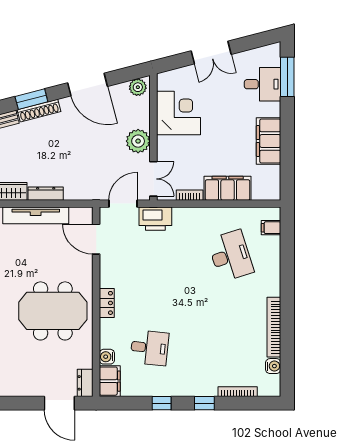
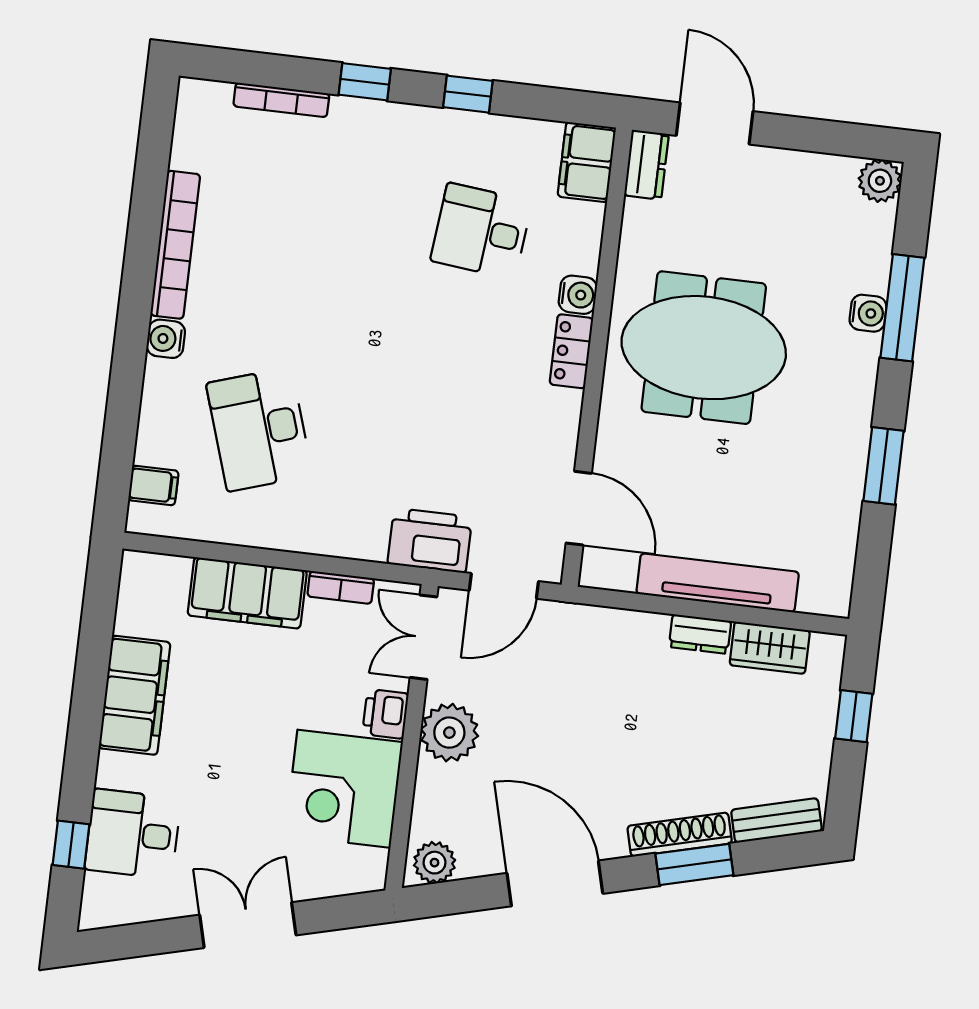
window: (287, 77) -> (71, 845), width x0.46
printer: (165, 146) -> (385, 714), added
dresser: (46, 194) -> (700, 634), width x0.70
water cooler: (107, 357) -> (578, 295), moved
water cooler: (273, 366) -> (166, 339), moved

